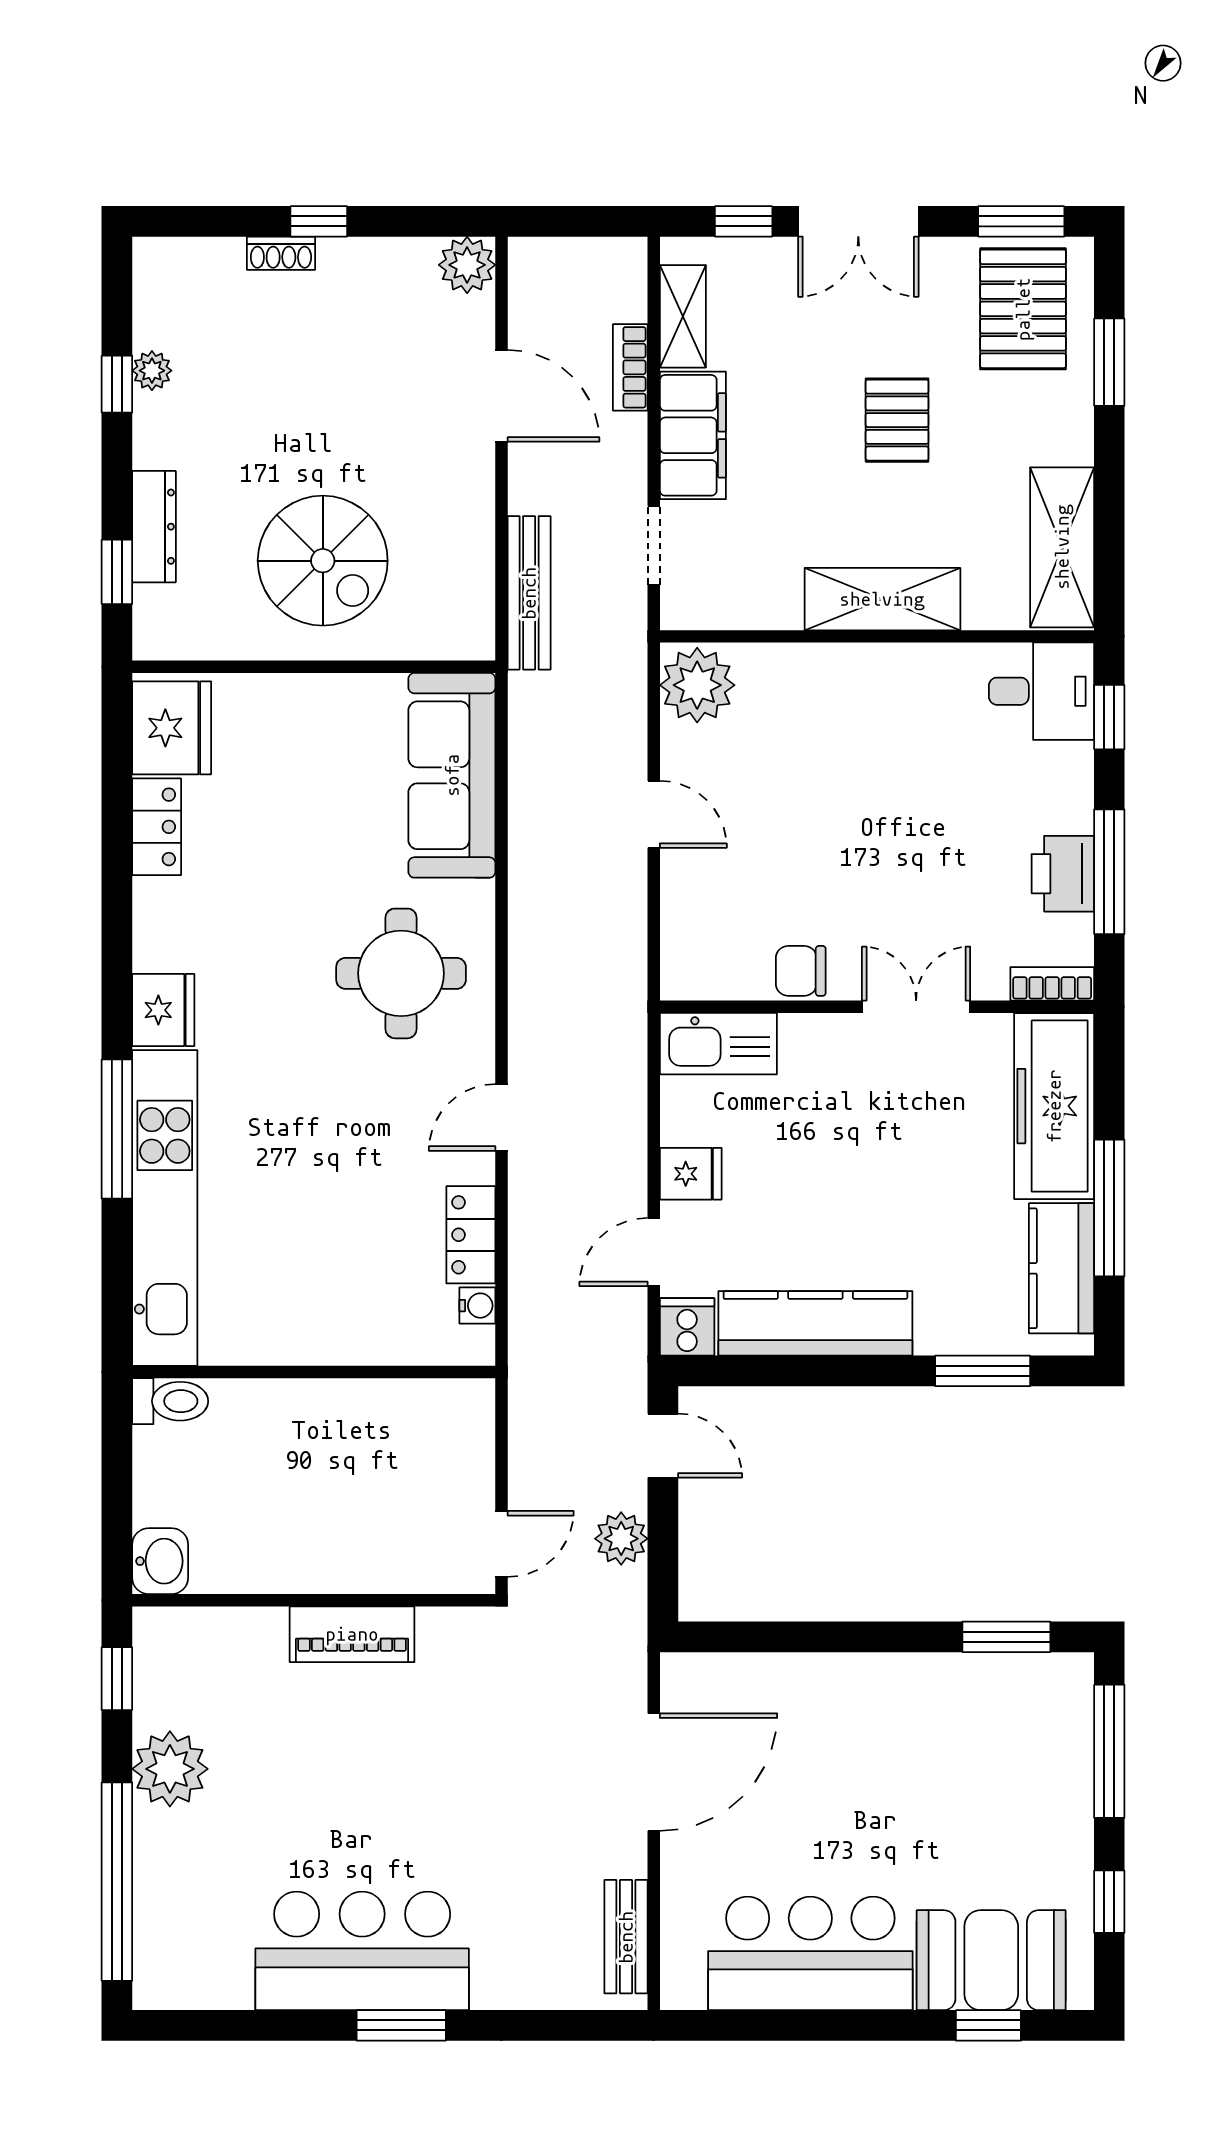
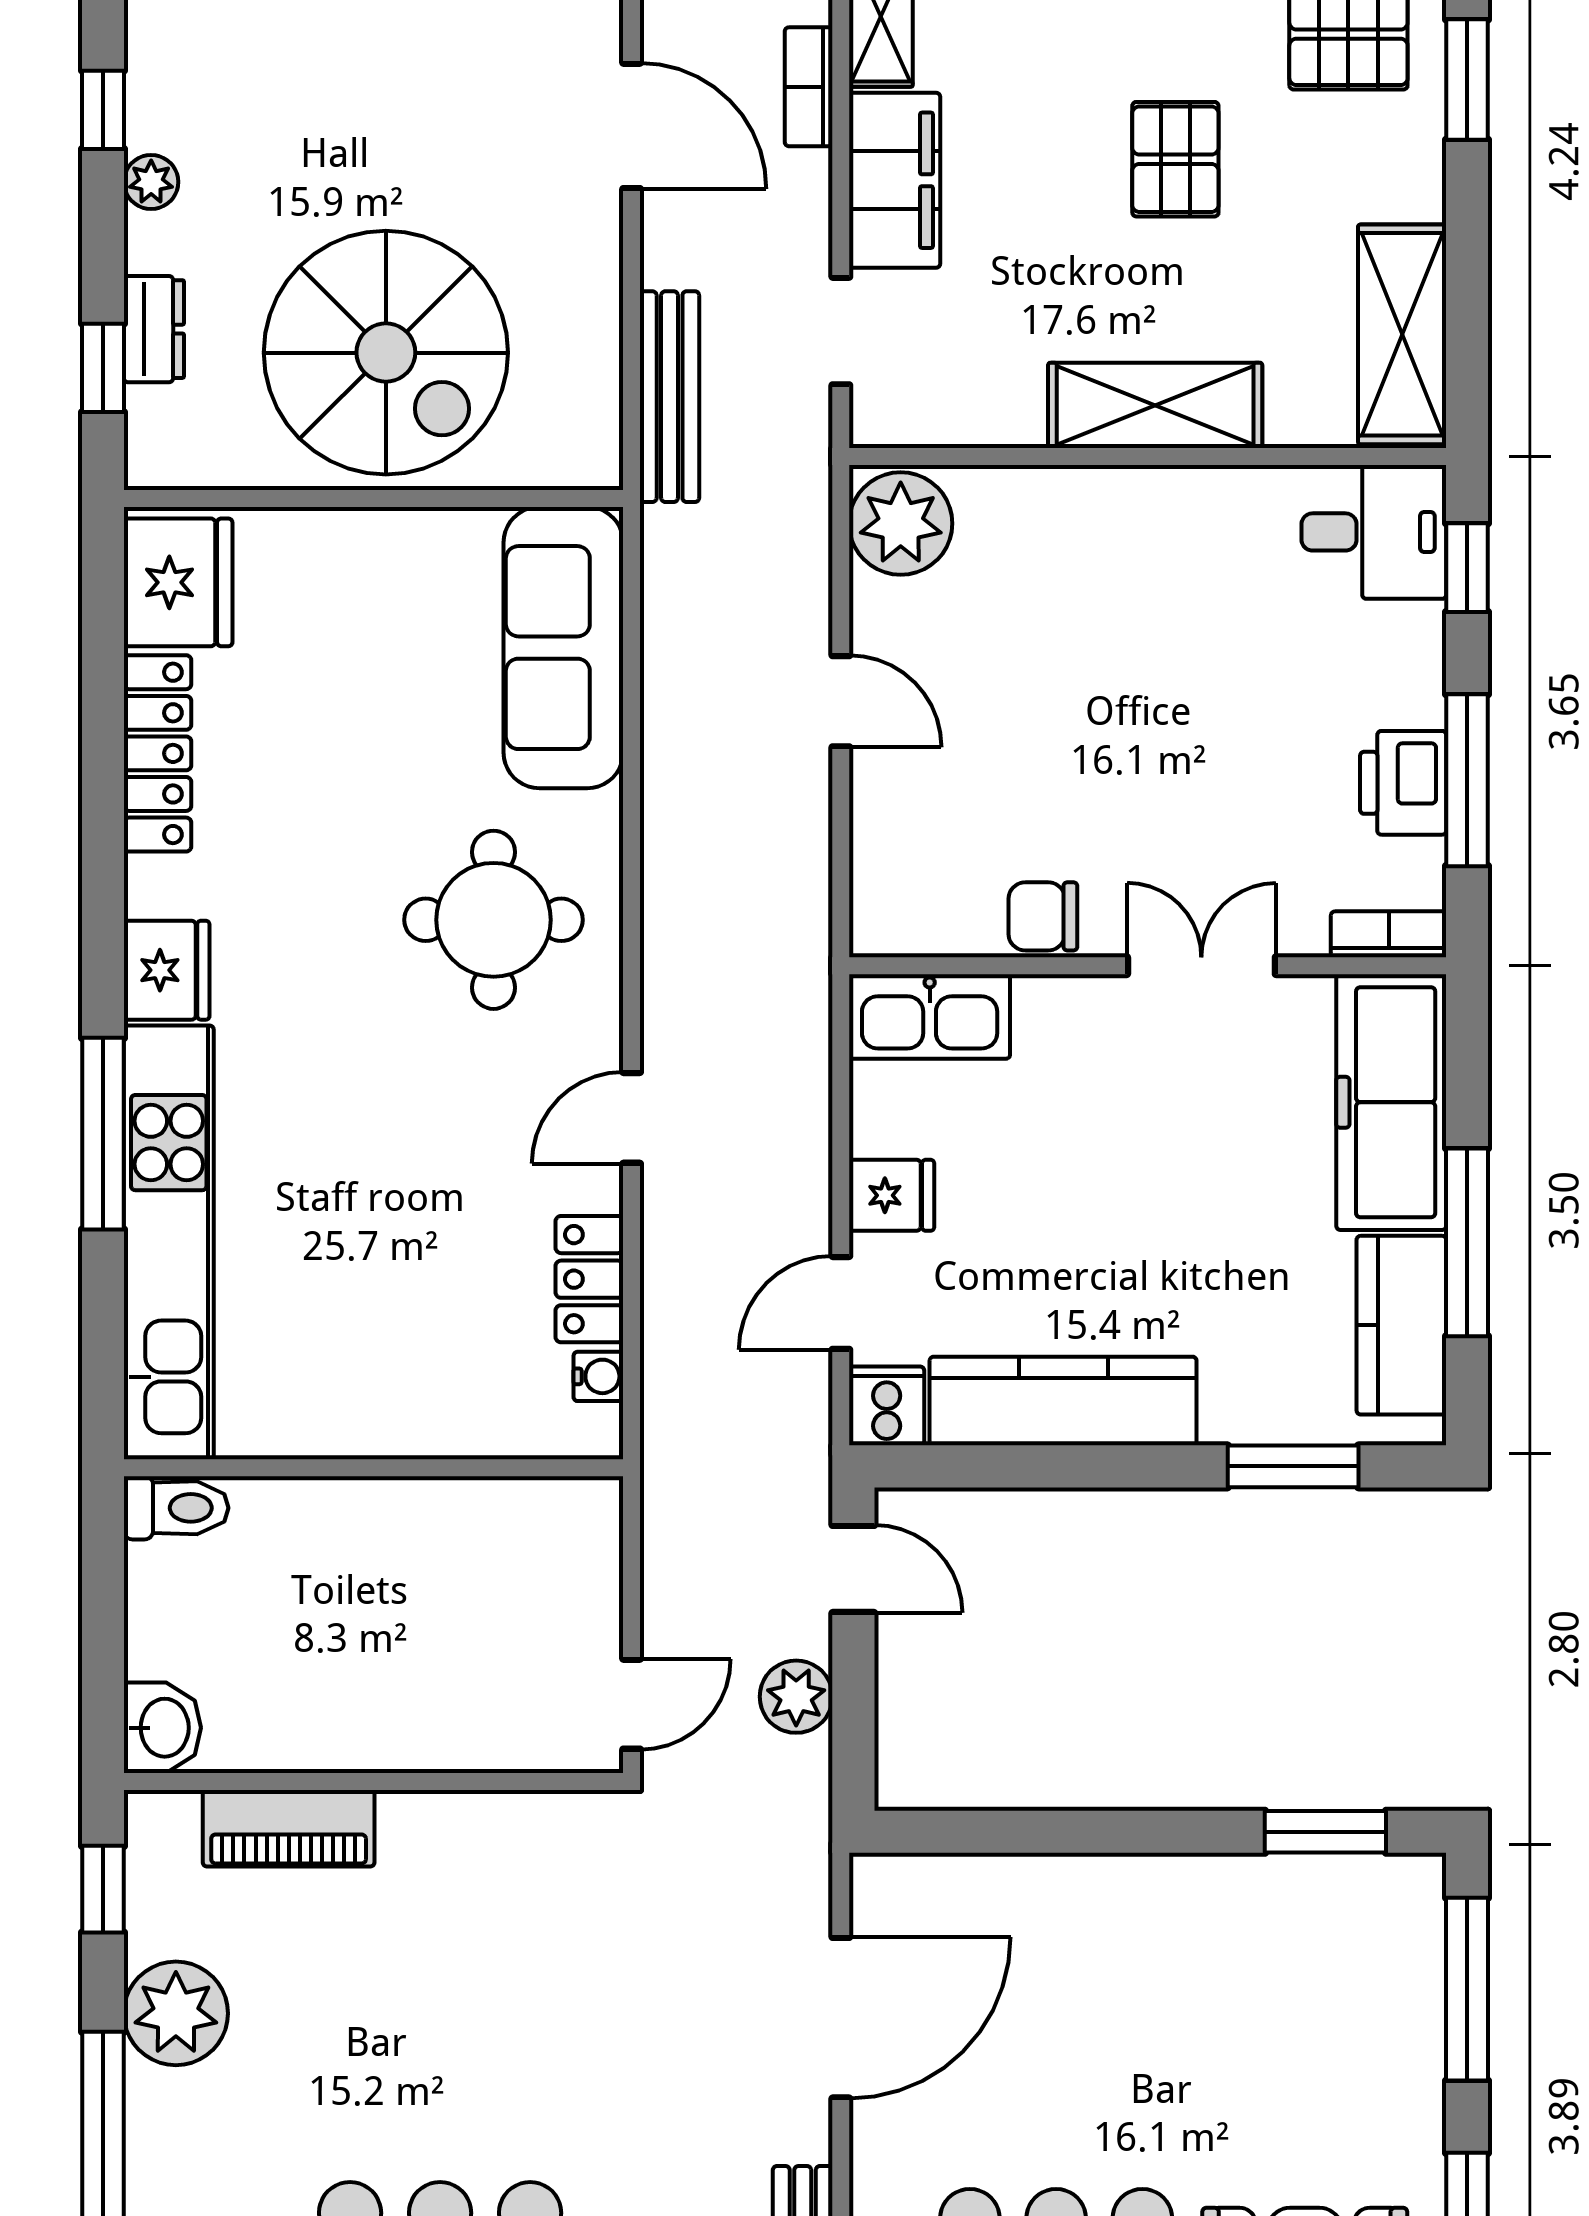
plant: (152, 371) -> (151, 182), moved
dresser: (154, 527) -> (154, 329), width x0.70
spiral stairs: (323, 561) -> (386, 353), width x1.37, depth x1.37
locker: (157, 827) -> (158, 753), width x1.53
piano: (352, 1634) -> (289, 1828), moved

